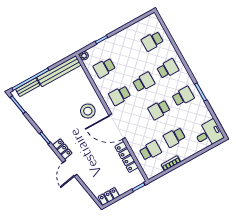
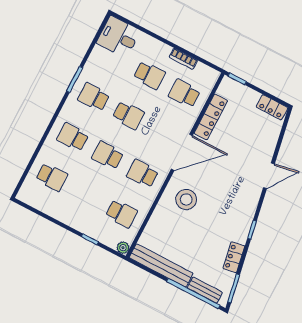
school desk: (120, 95) -> (142, 174), turned 180
door: (117, 127) -> (182, 152), hinge flipped
locker: (62, 149) -> (234, 257), moved

